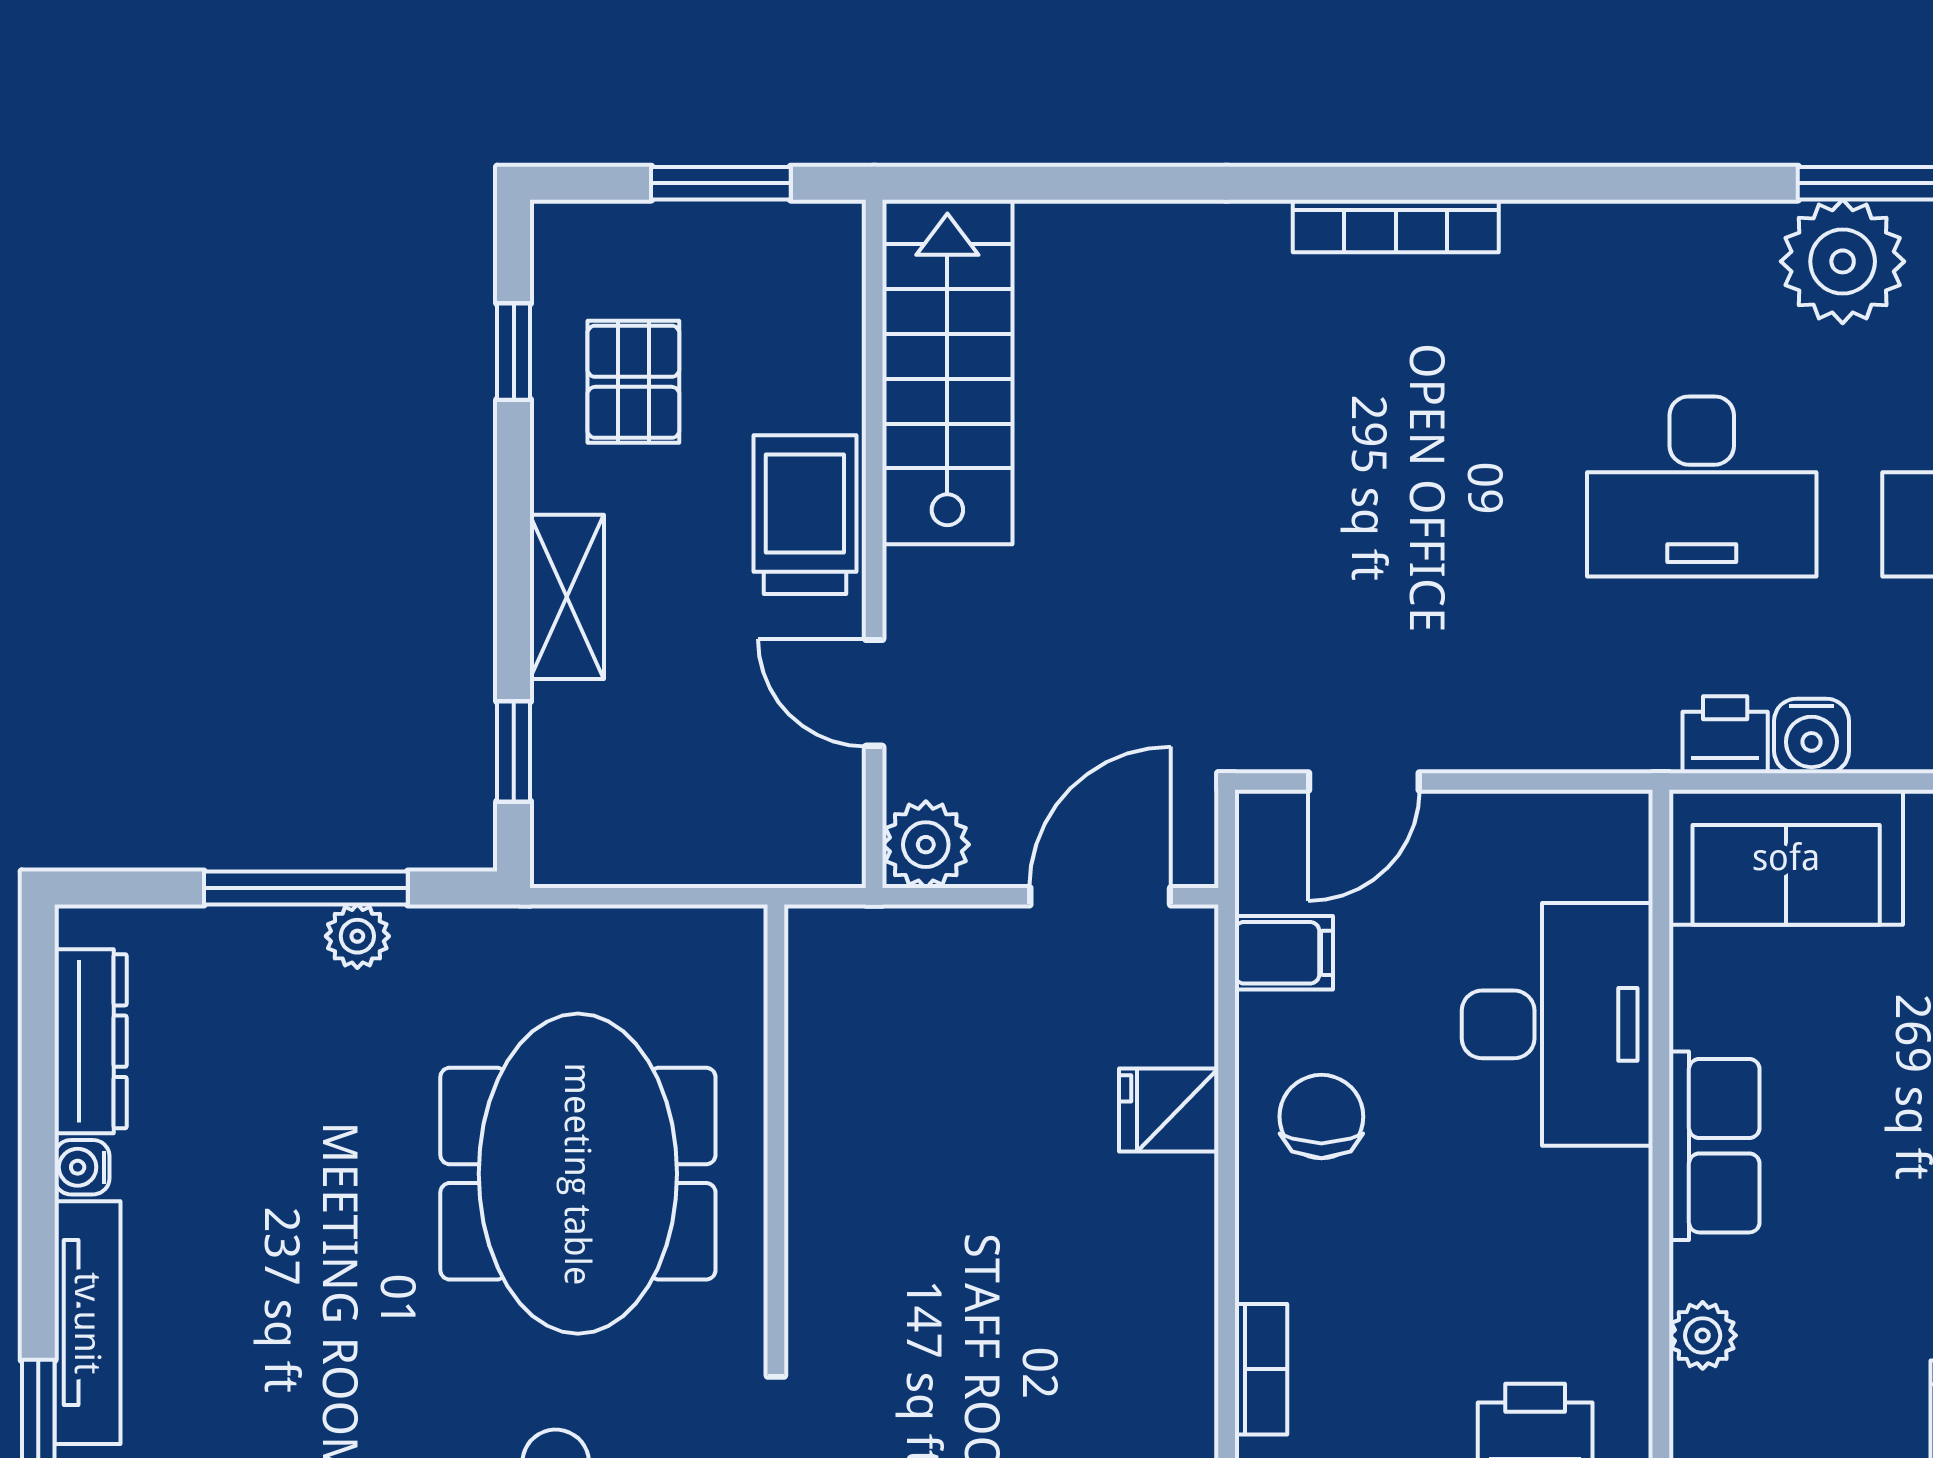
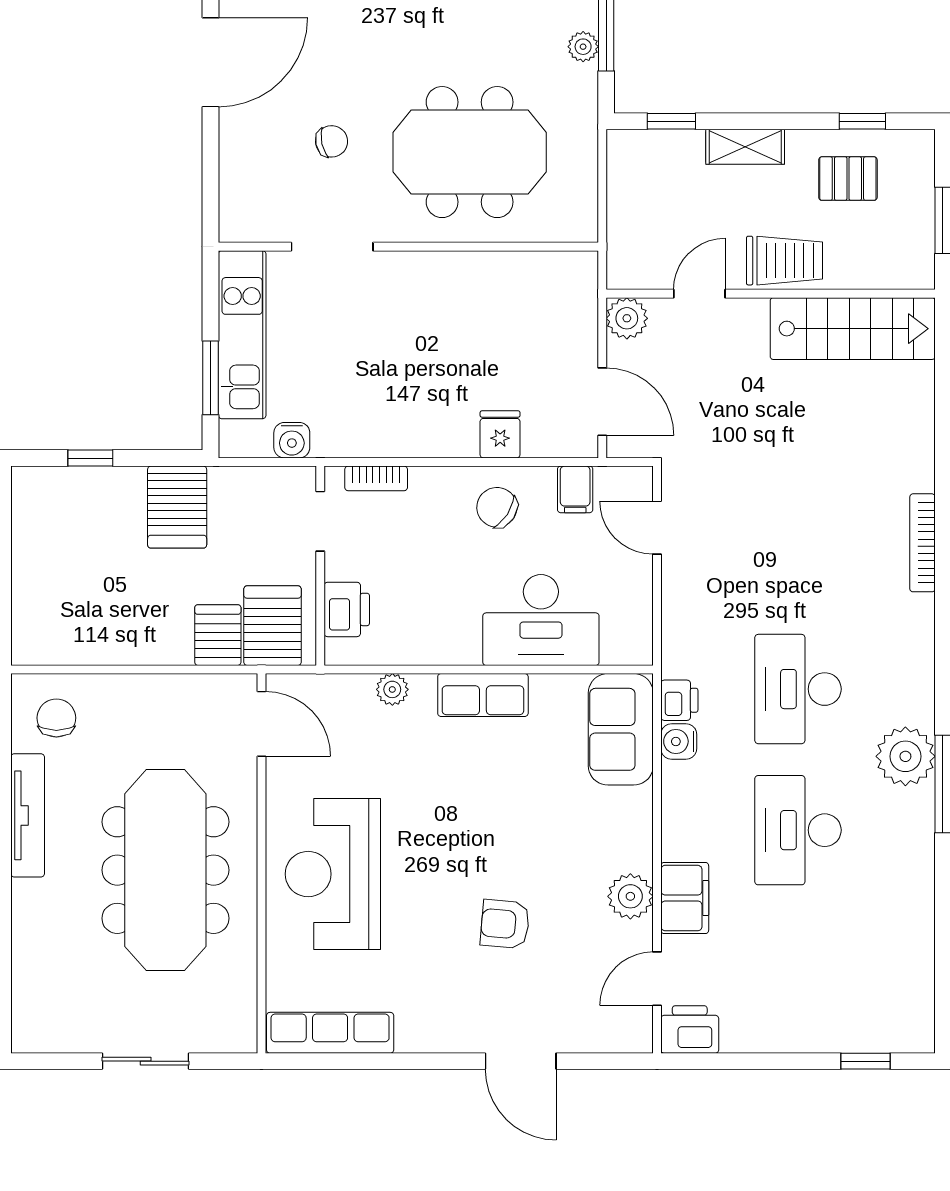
chair: (1321, 1117) -> (497, 507), turned -147

